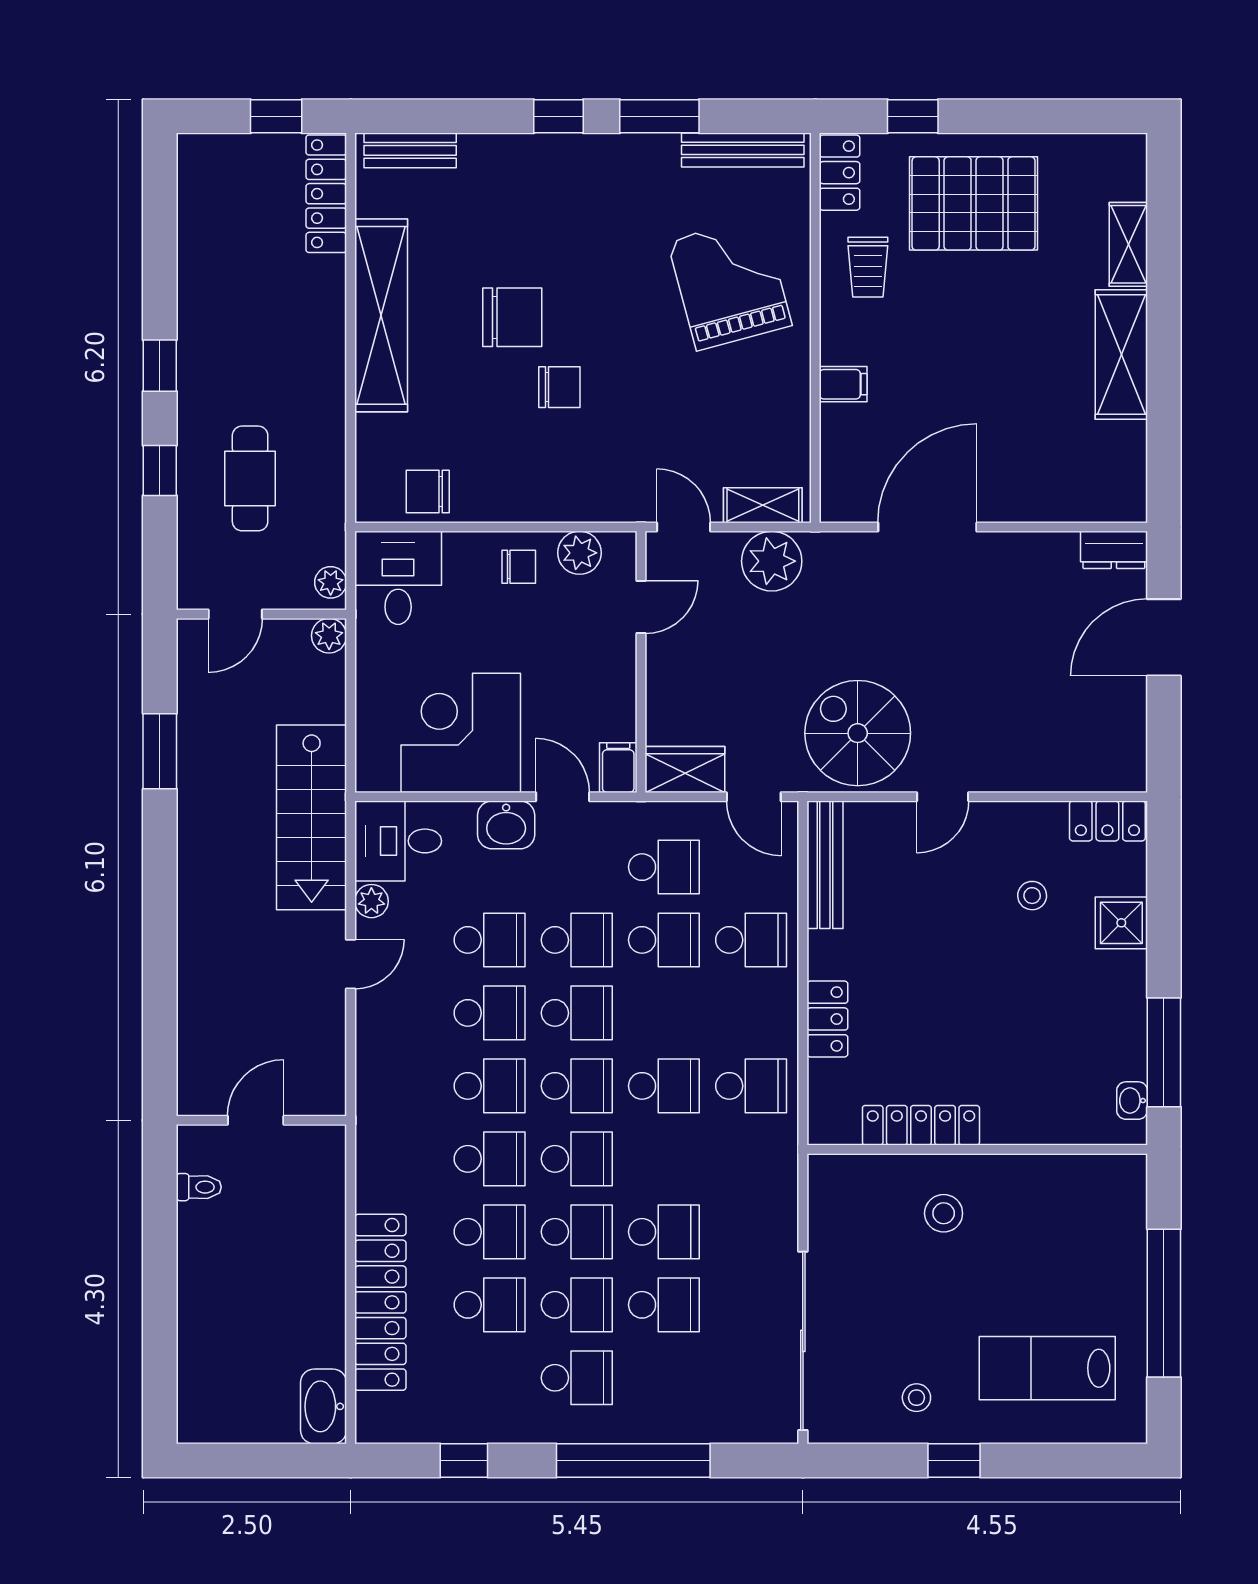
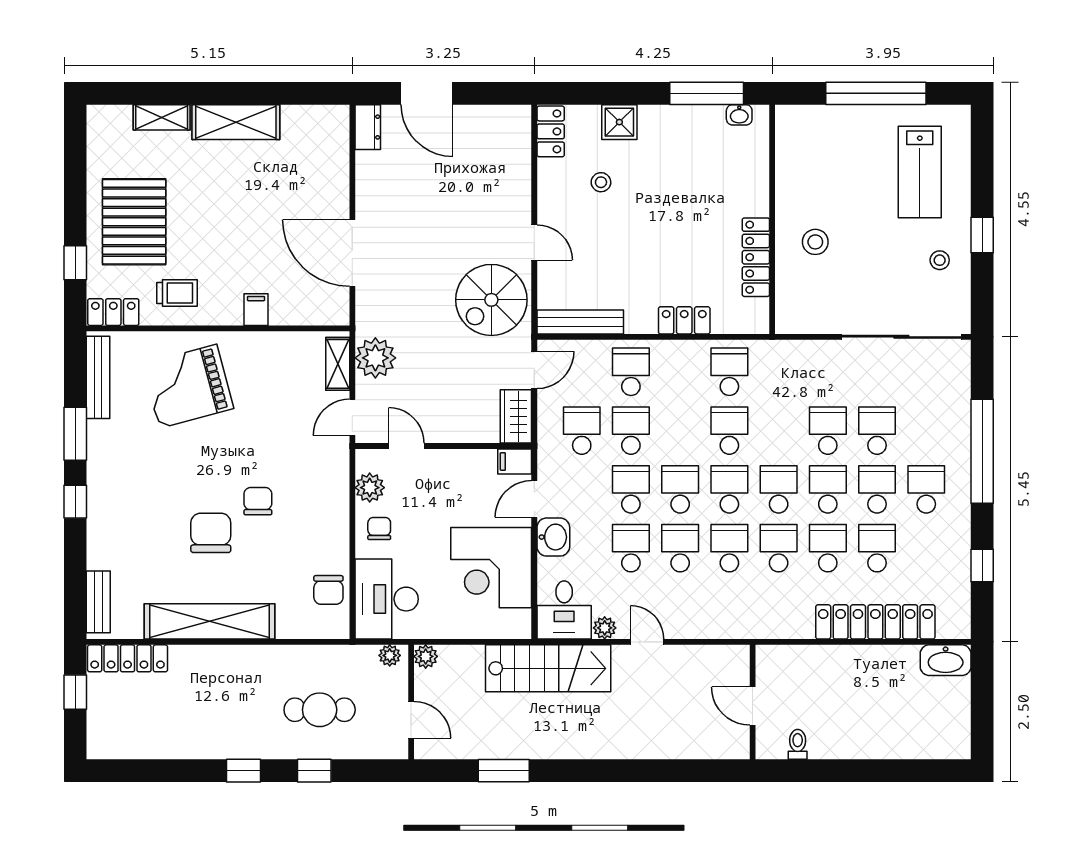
desk: (398, 578) -> (387, 599), width x1.37

